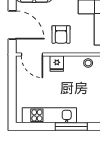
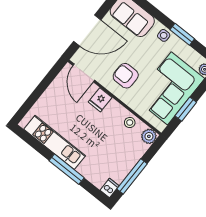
door: (12, 25) -> (87, 31), hinge flipped
armchair: (61, 34) -> (126, 76), turned 90

